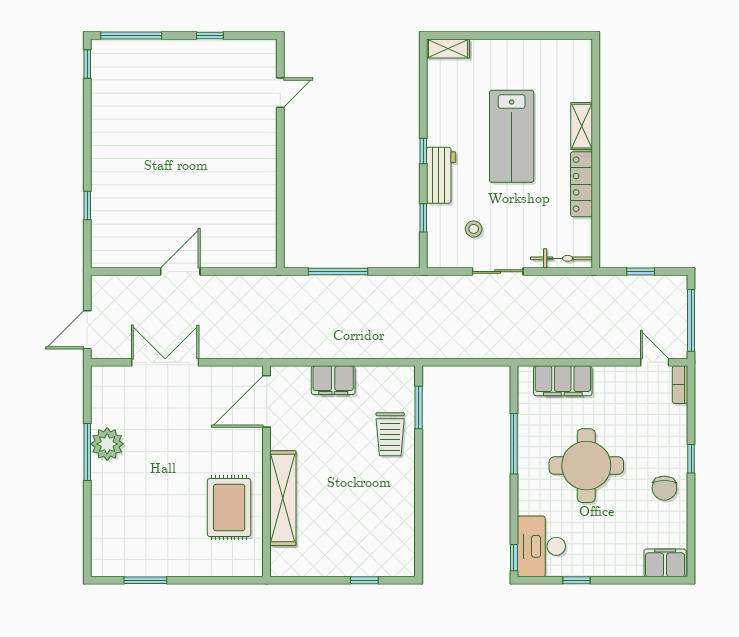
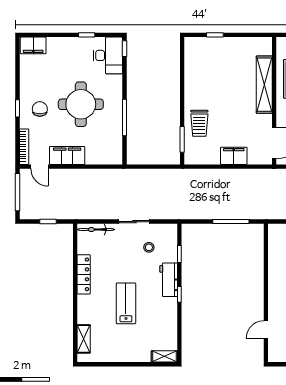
shelving: (582, 126) -> (84, 339), moved
lab bench: (512, 136) -> (126, 303), width x0.73, depth x0.72
filing cabinet: (563, 381) -> (67, 155), moved
bookcase: (680, 385) -> (24, 147), width x1.56
trolley: (390, 434) -> (199, 123), turned 180
chair: (664, 488) -> (40, 109), moved

